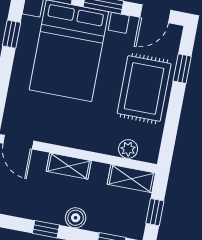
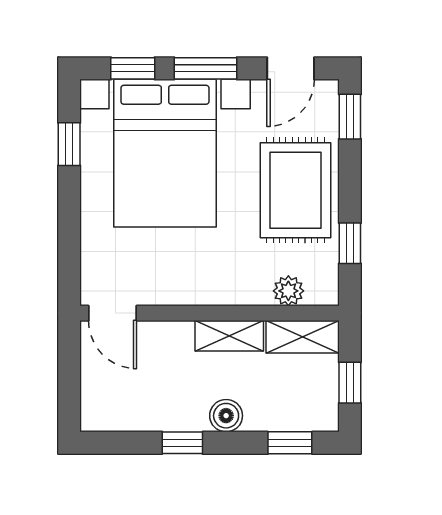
window: (182, 69) -> (350, 117), moved
window: (171, 127) -> (350, 243), added
shelving: (69, 166) -> (229, 336), moved

